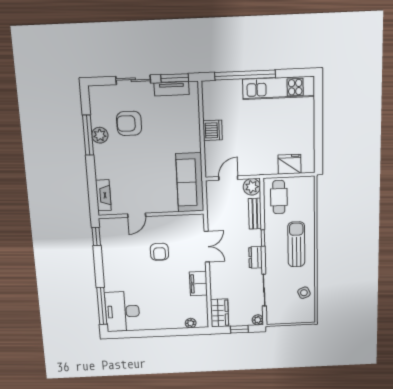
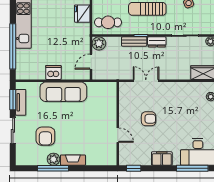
door: (228, 178) -> (91, 62), hinge flipped
sofa: (190, 182) -> (63, 92), moved
fireplace: (103, 195) -> (73, 160), moved
bench: (255, 214) -> (134, 42), moved
filing cabinet: (198, 284) -> (162, 159), moved, turned 180

